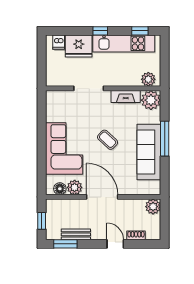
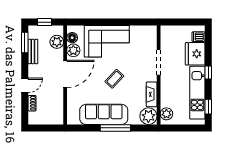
plant: (153, 207) -> (57, 42), moved

